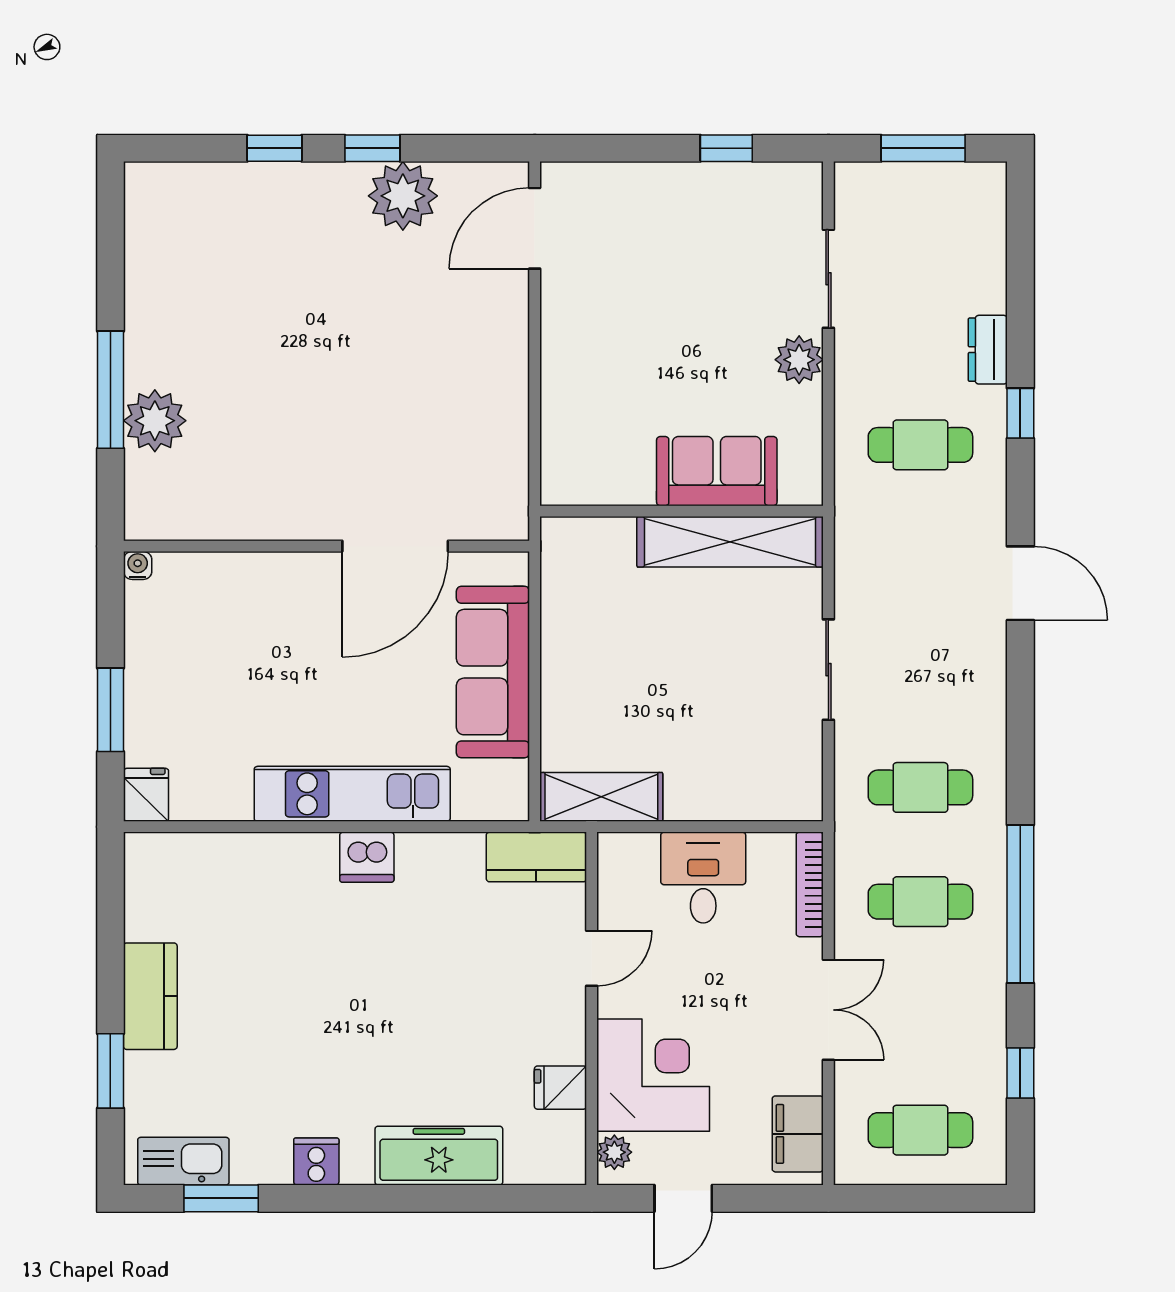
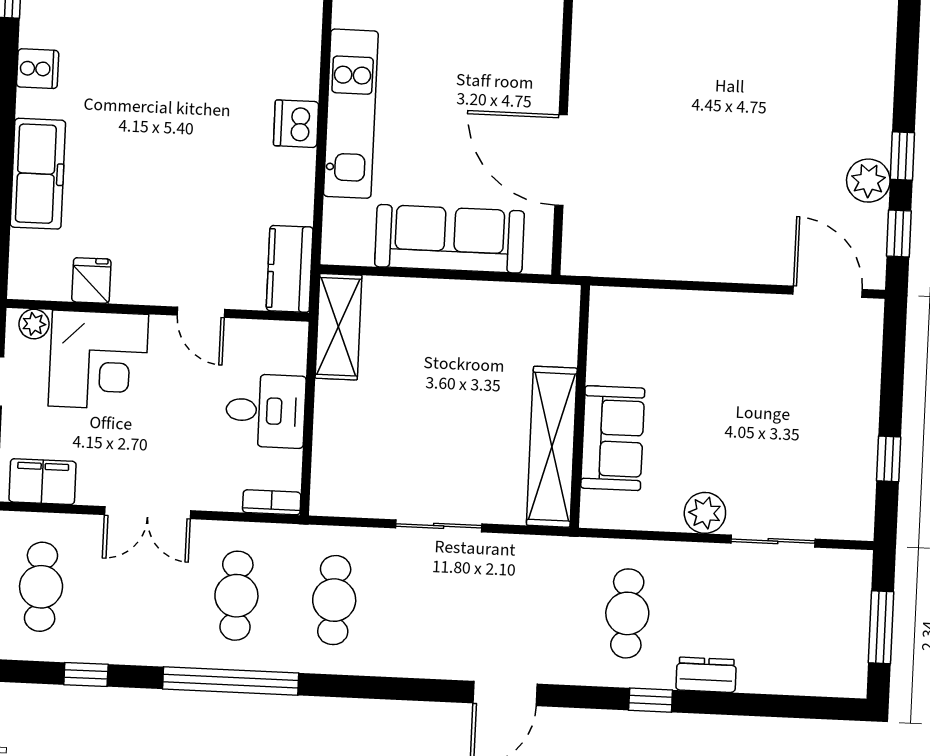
window: (275, 148) -> (899, 233), moved
plant: (403, 196) -> (868, 181), width x0.73, depth x0.73
bookcase: (810, 884) -> (272, 502), width x0.64

